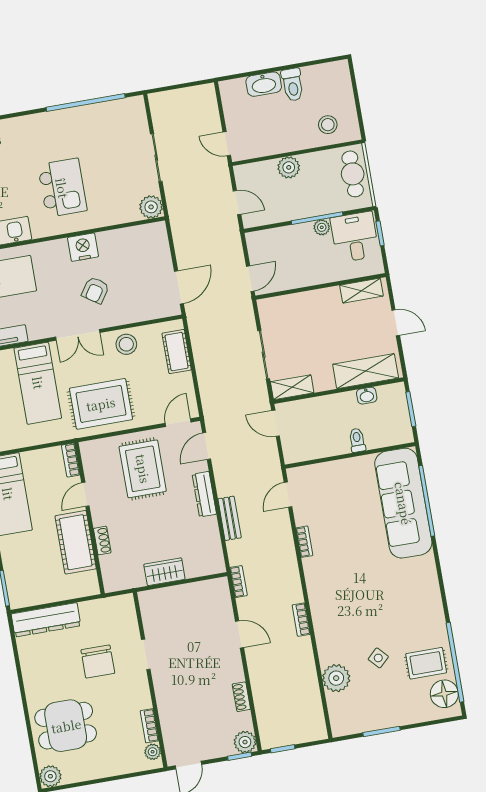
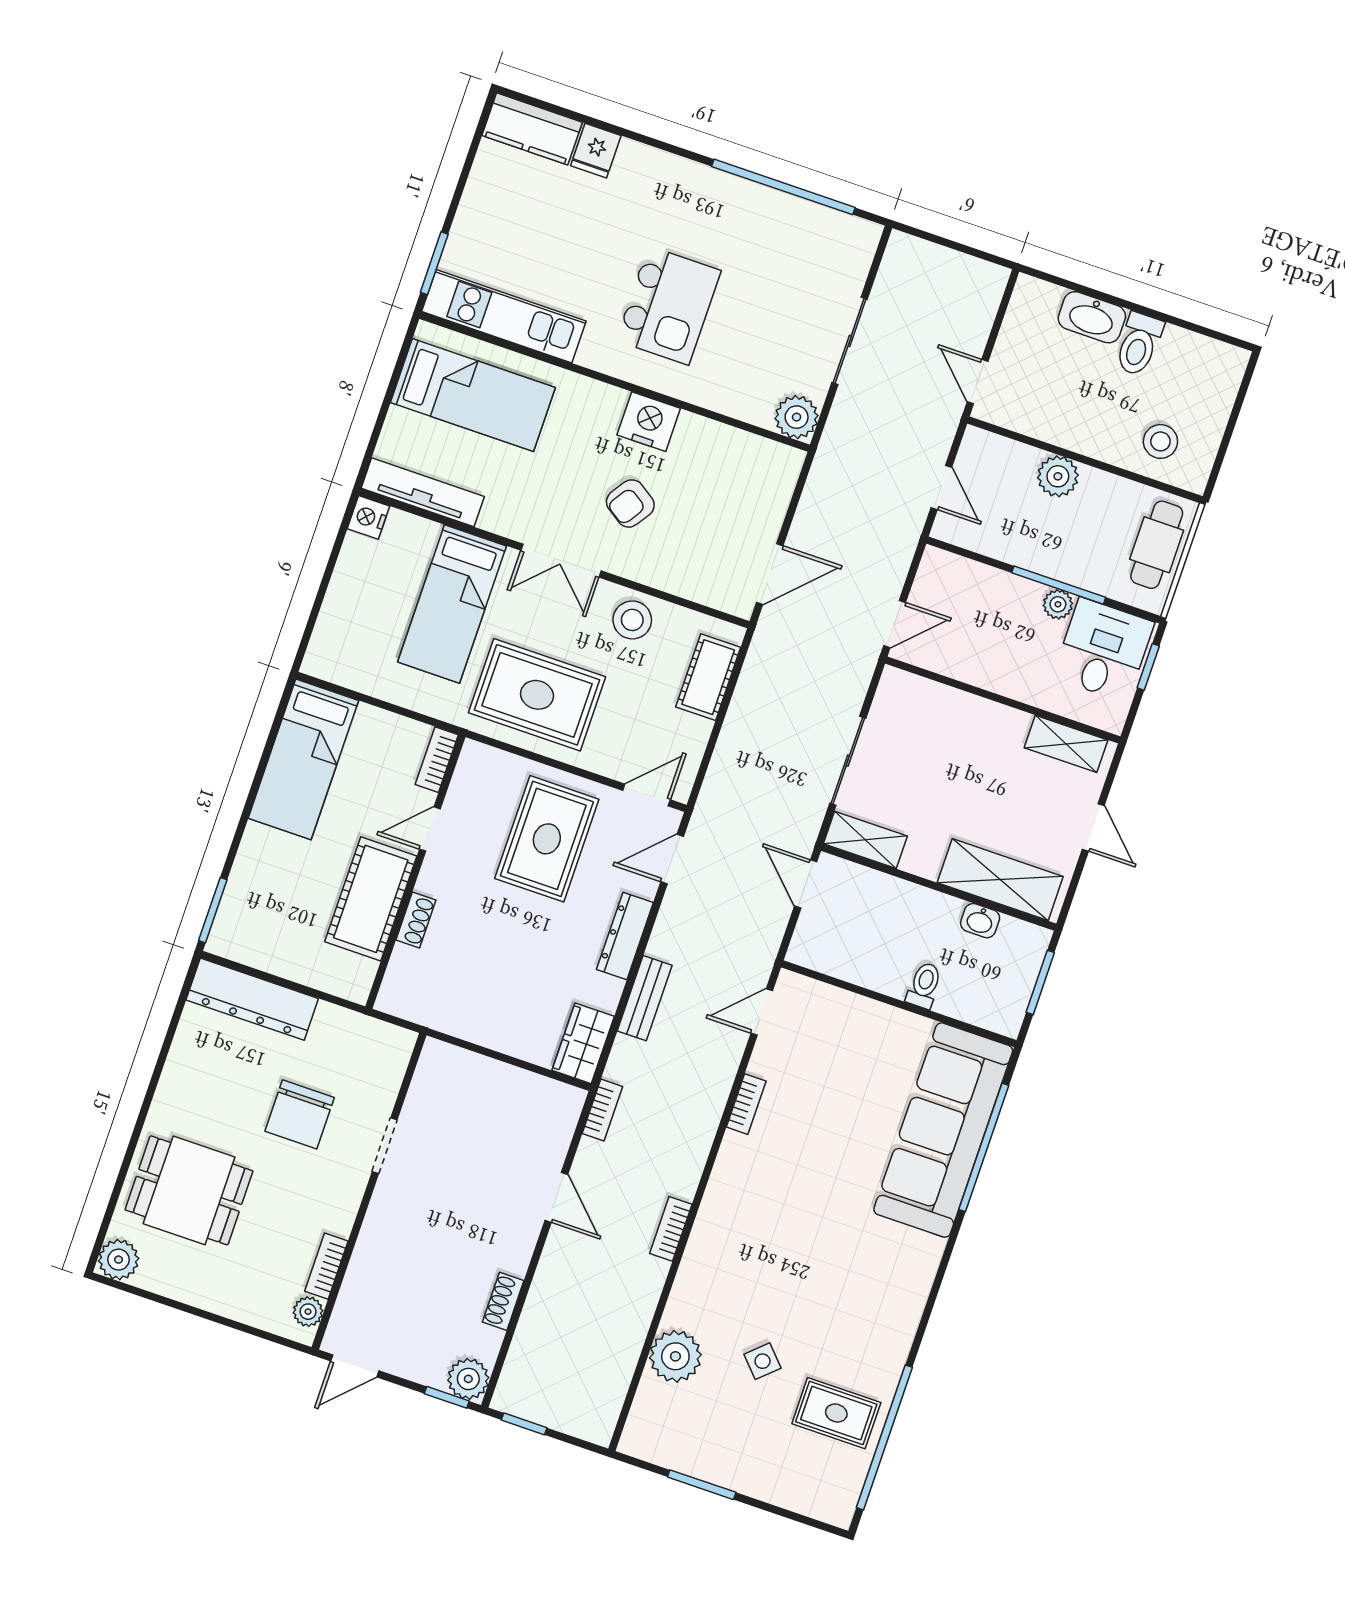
wardrobe: (164, 572) -> (583, 1043), moved, turned -90
floor lamp: (444, 694) -> (839, 1479), removed

